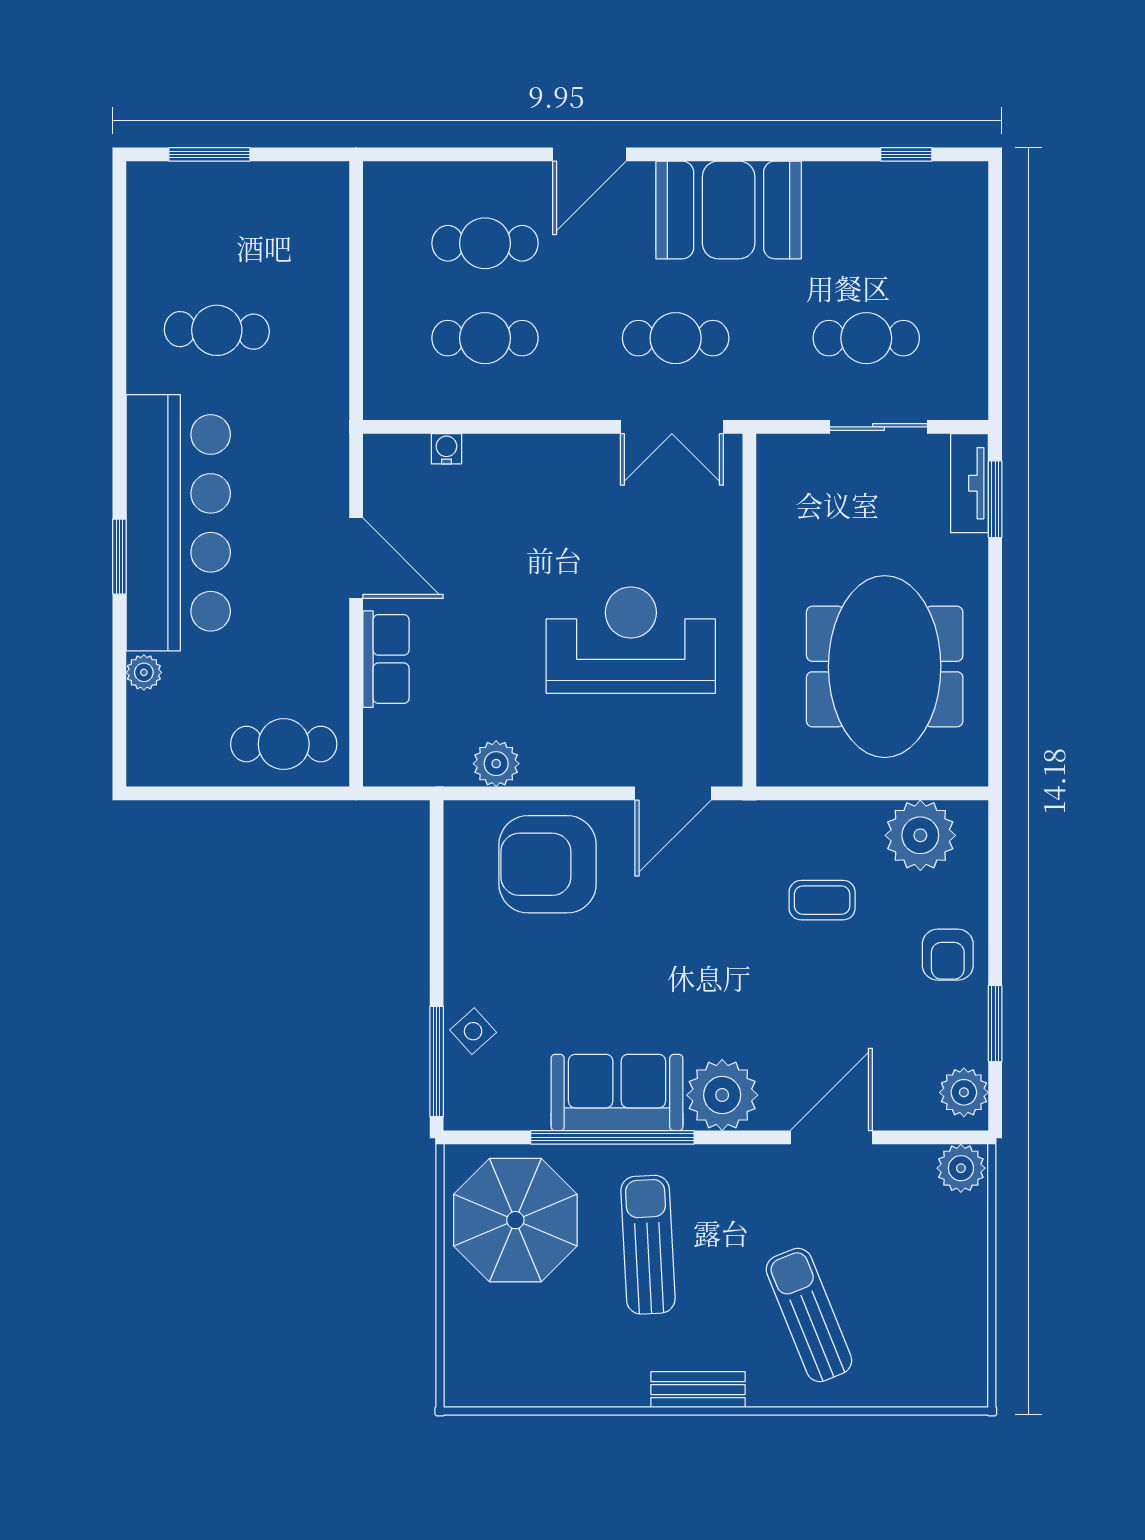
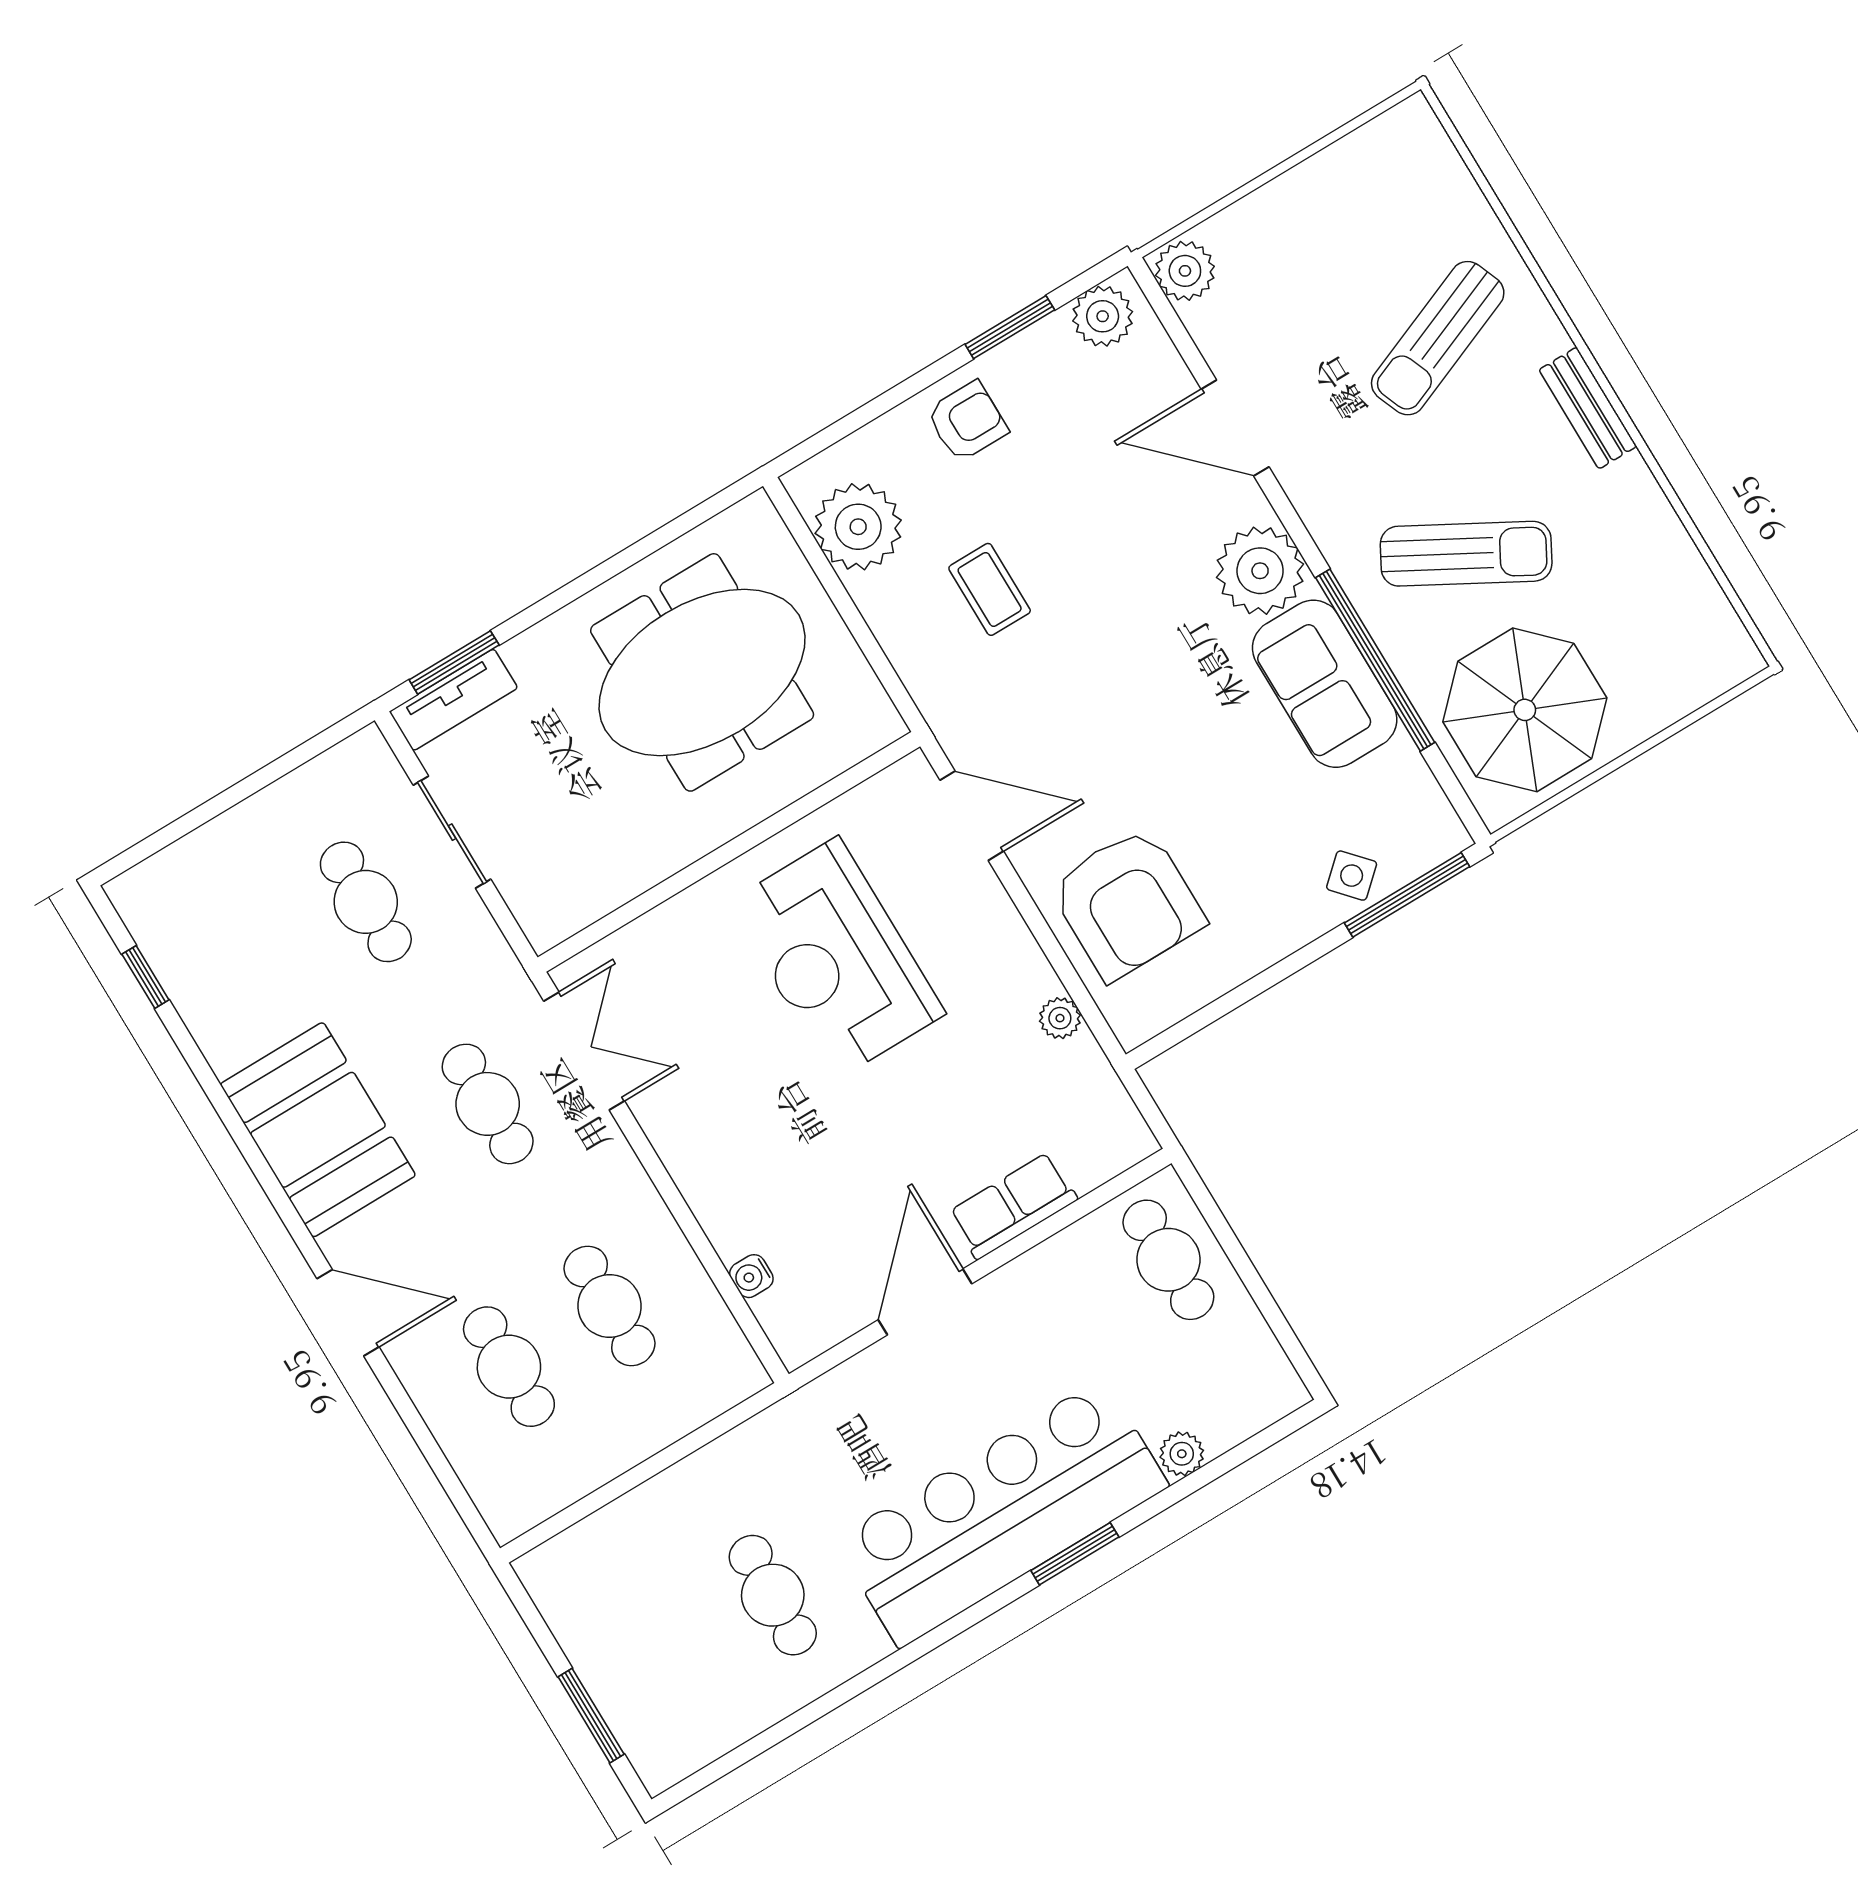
plant: (496, 764) -> (1060, 1018), width x0.73, depth x0.73
sun lounger: (648, 1245) -> (1466, 554), turned -148

